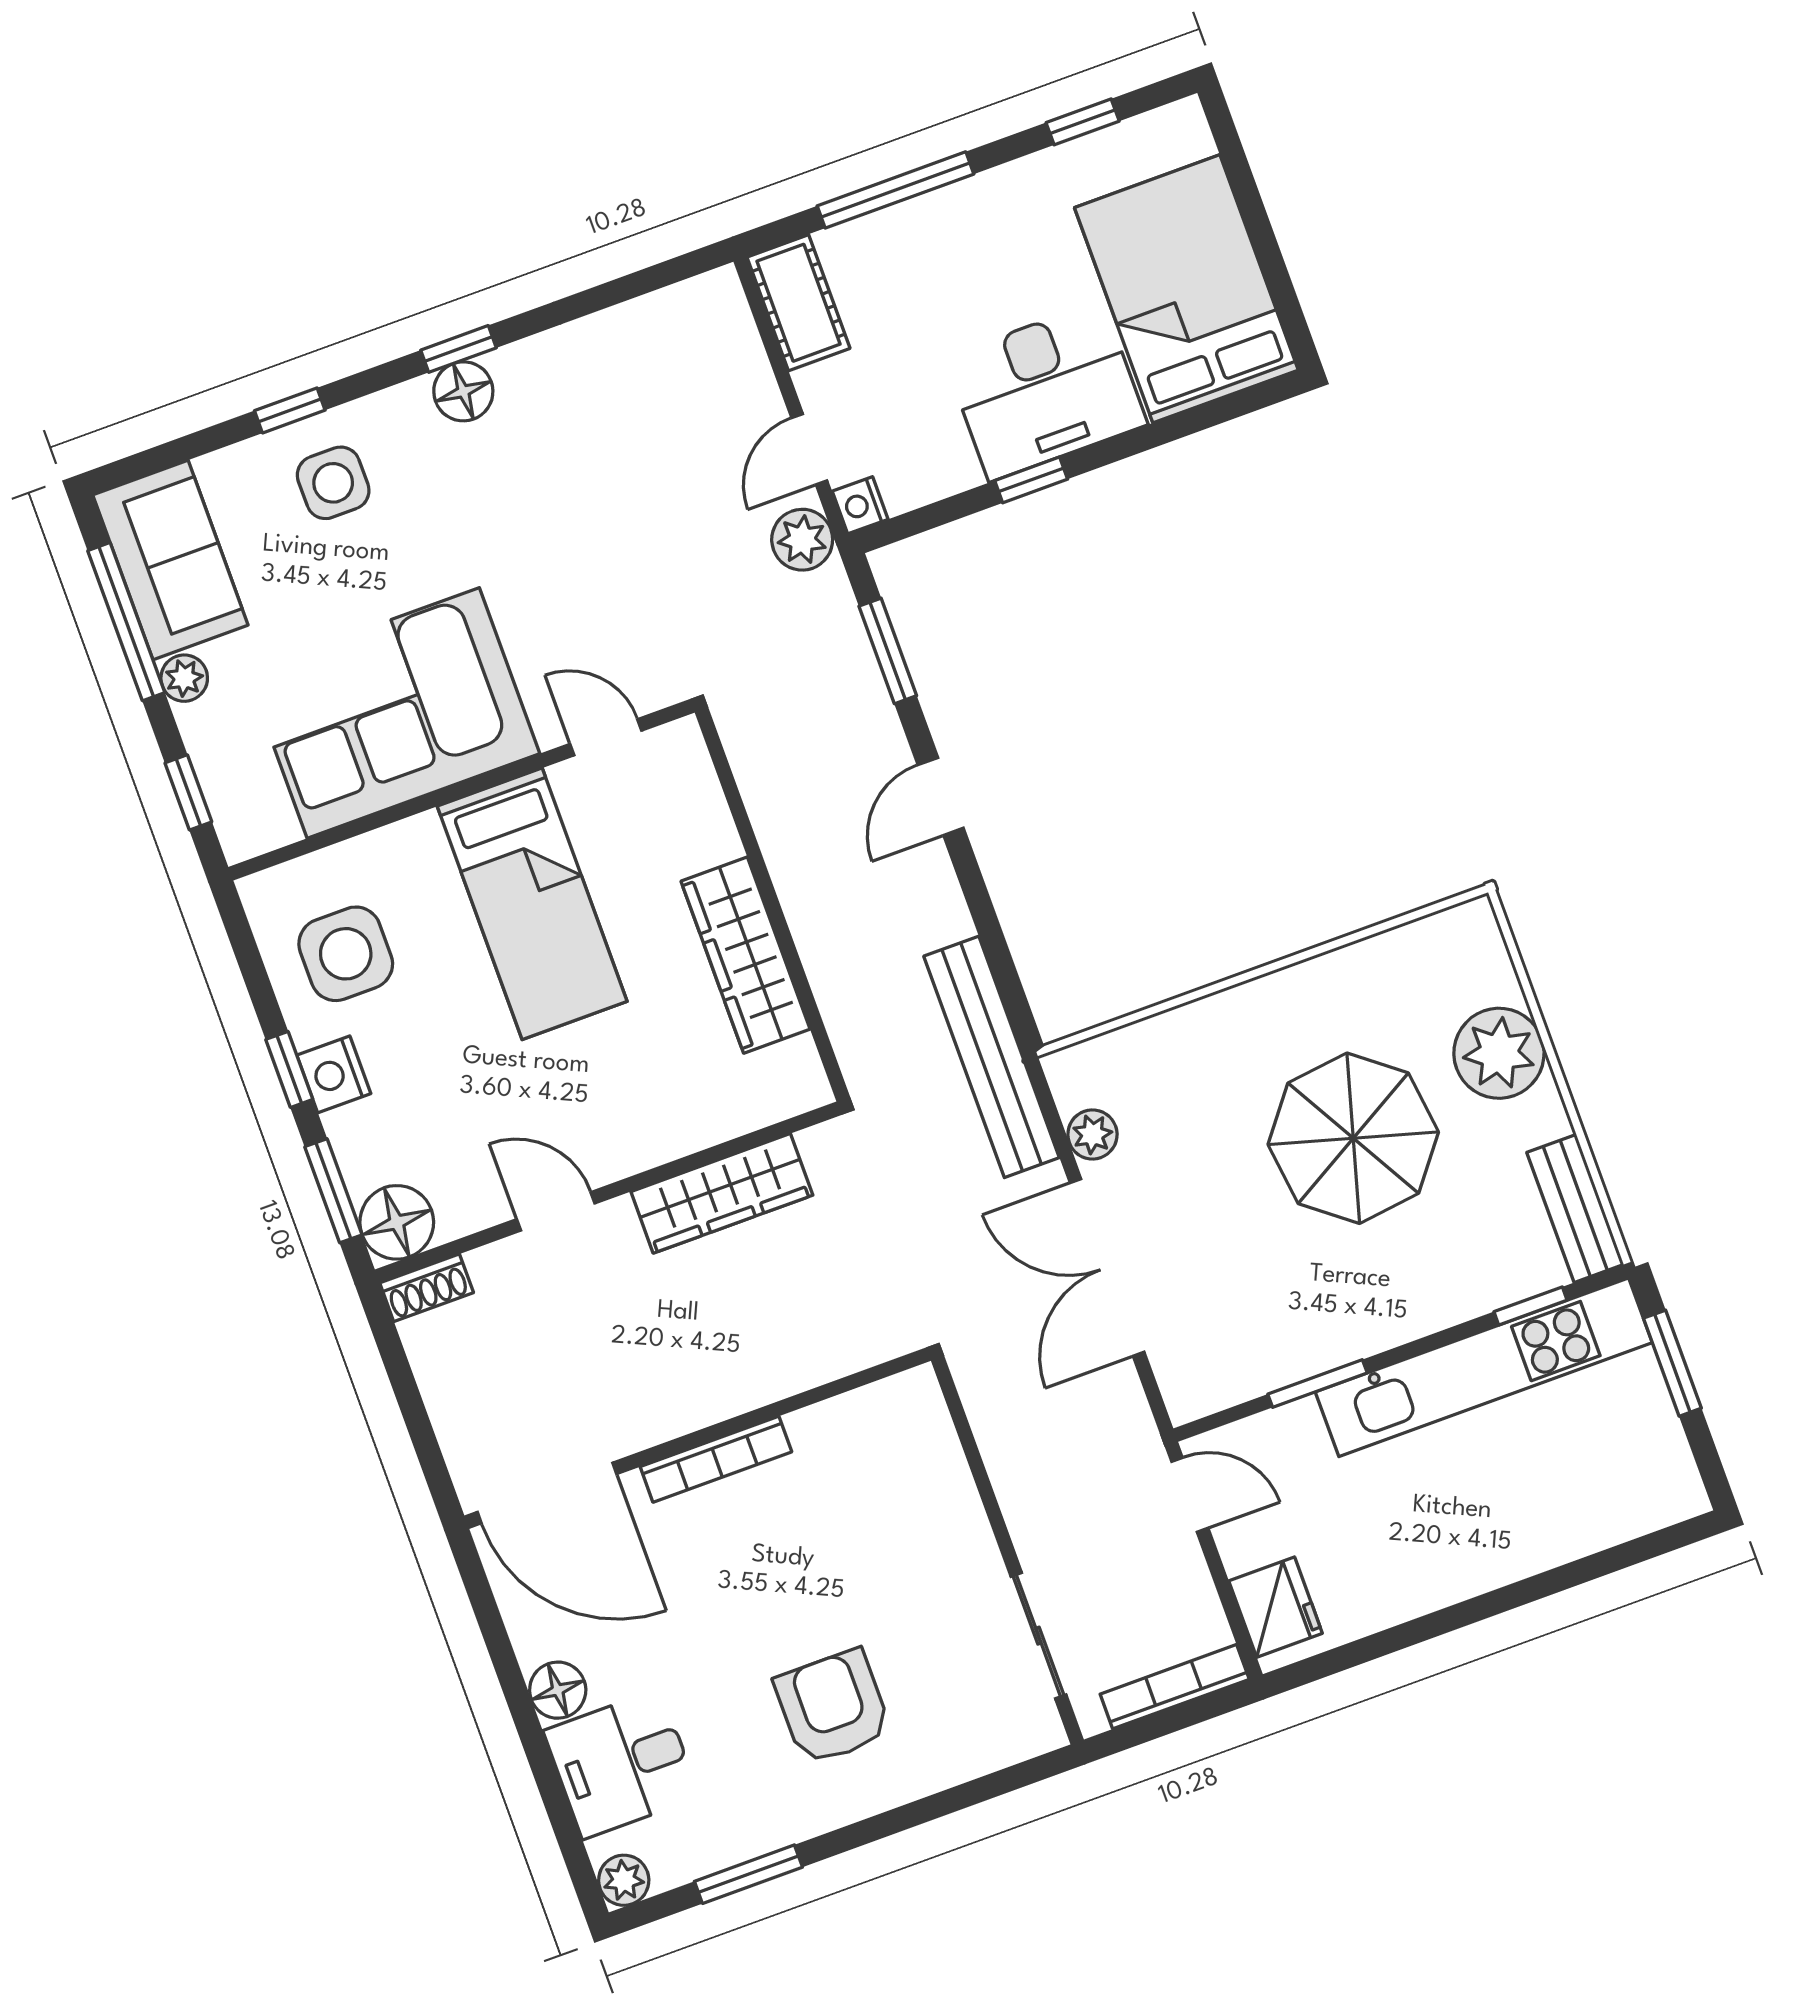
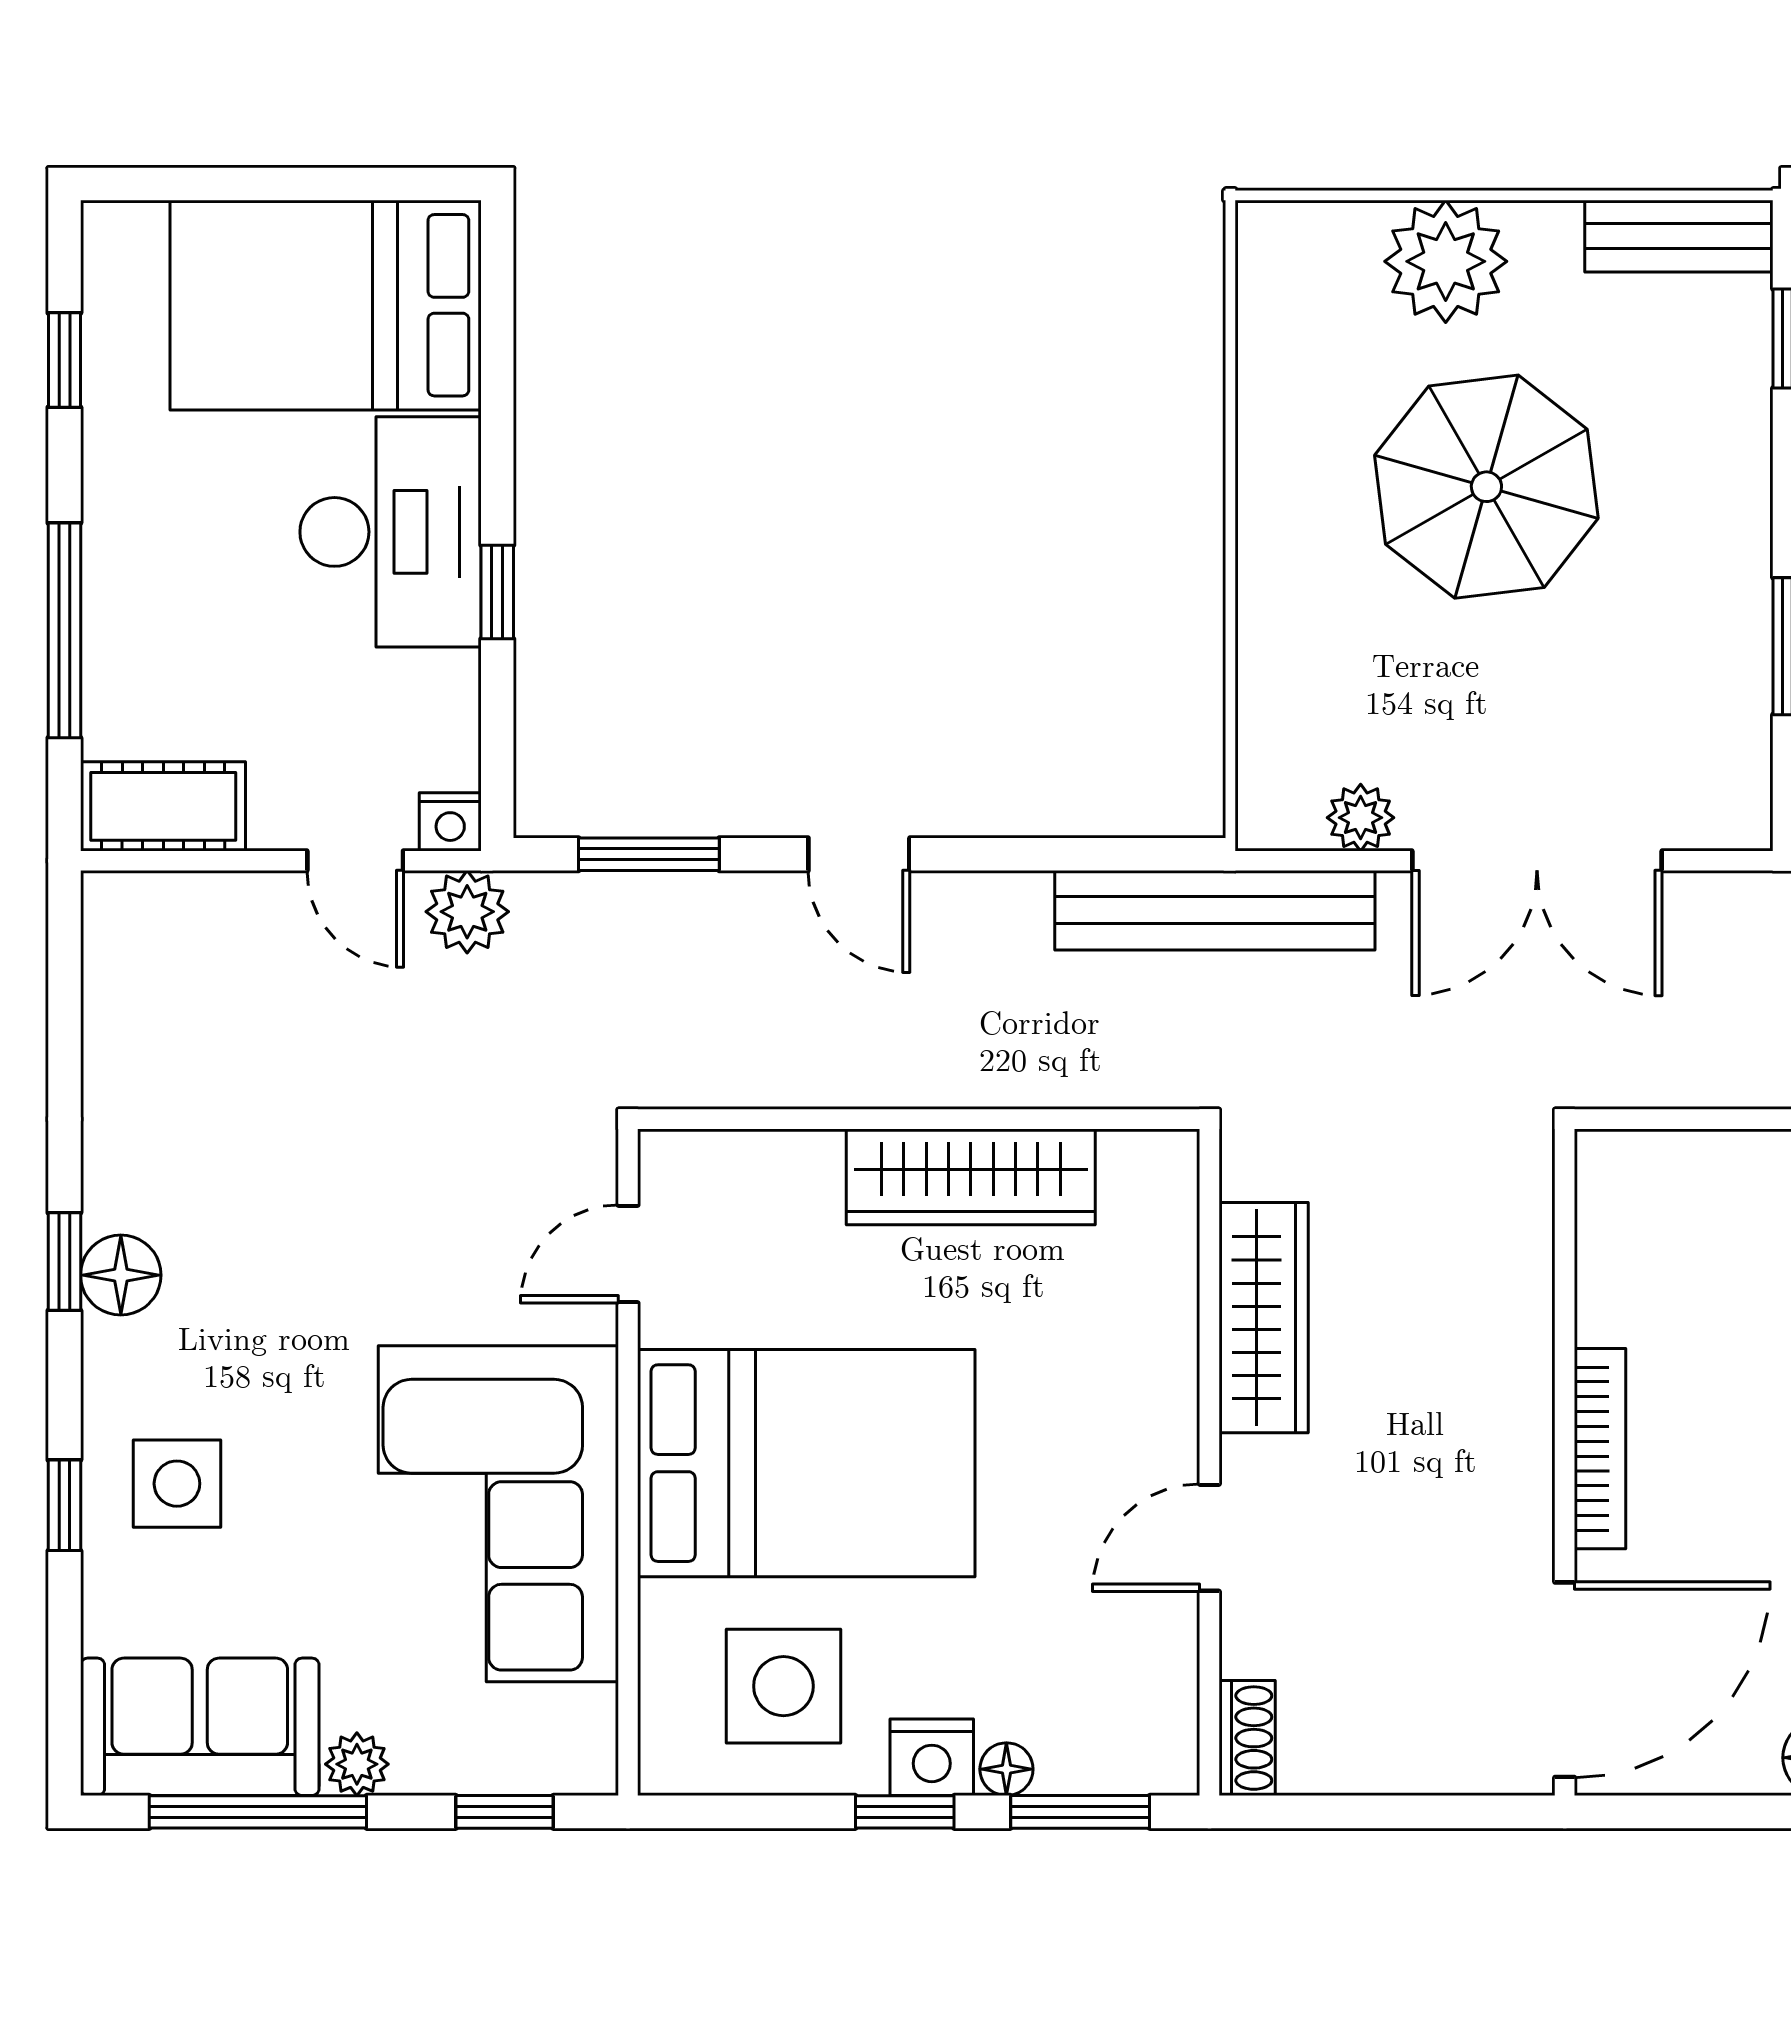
bed: (532, 904) -> (806, 1463), width x1.50
floor lamp: (397, 1222) -> (1006, 1769), moved, width x0.53, depth x0.53

